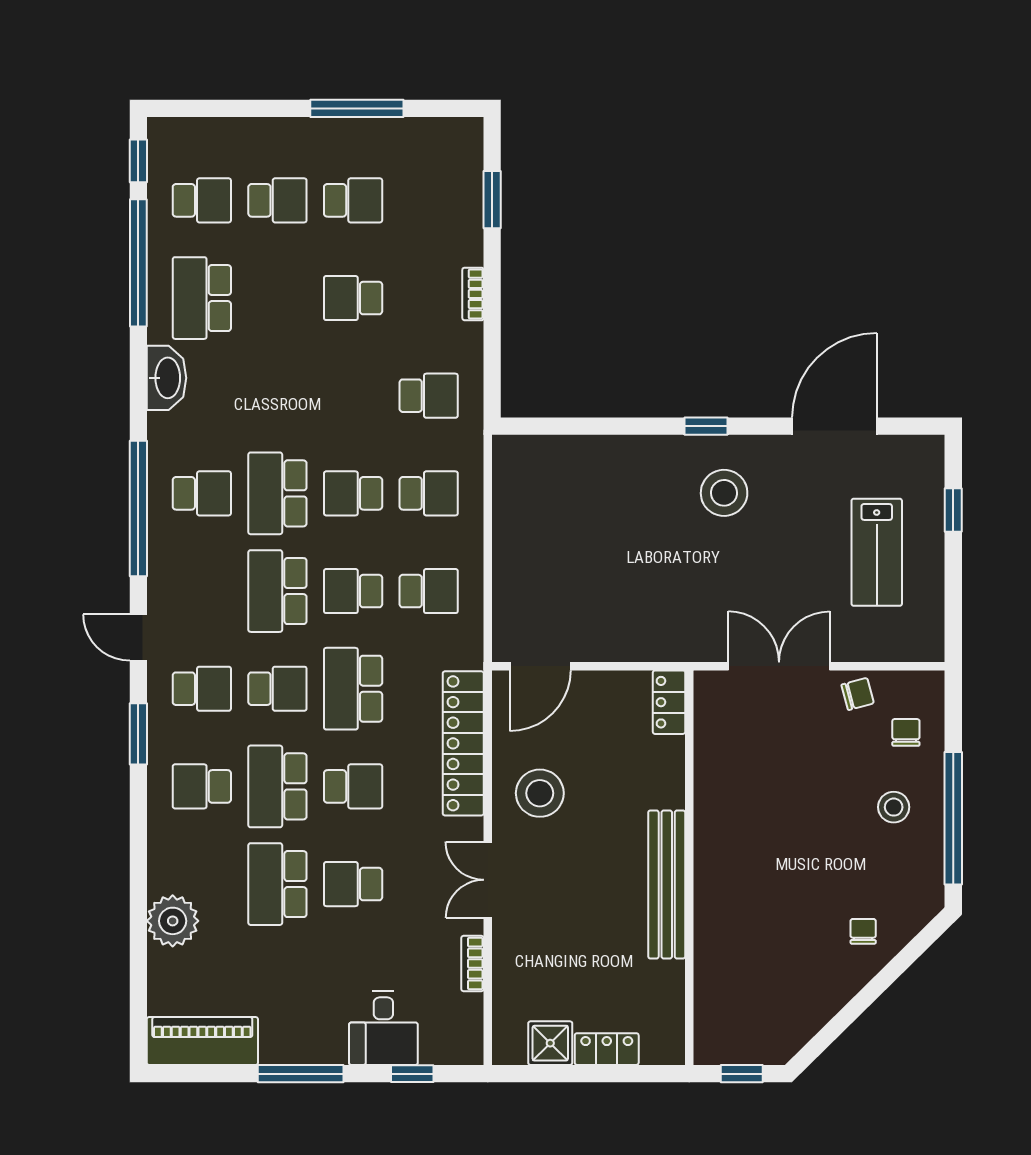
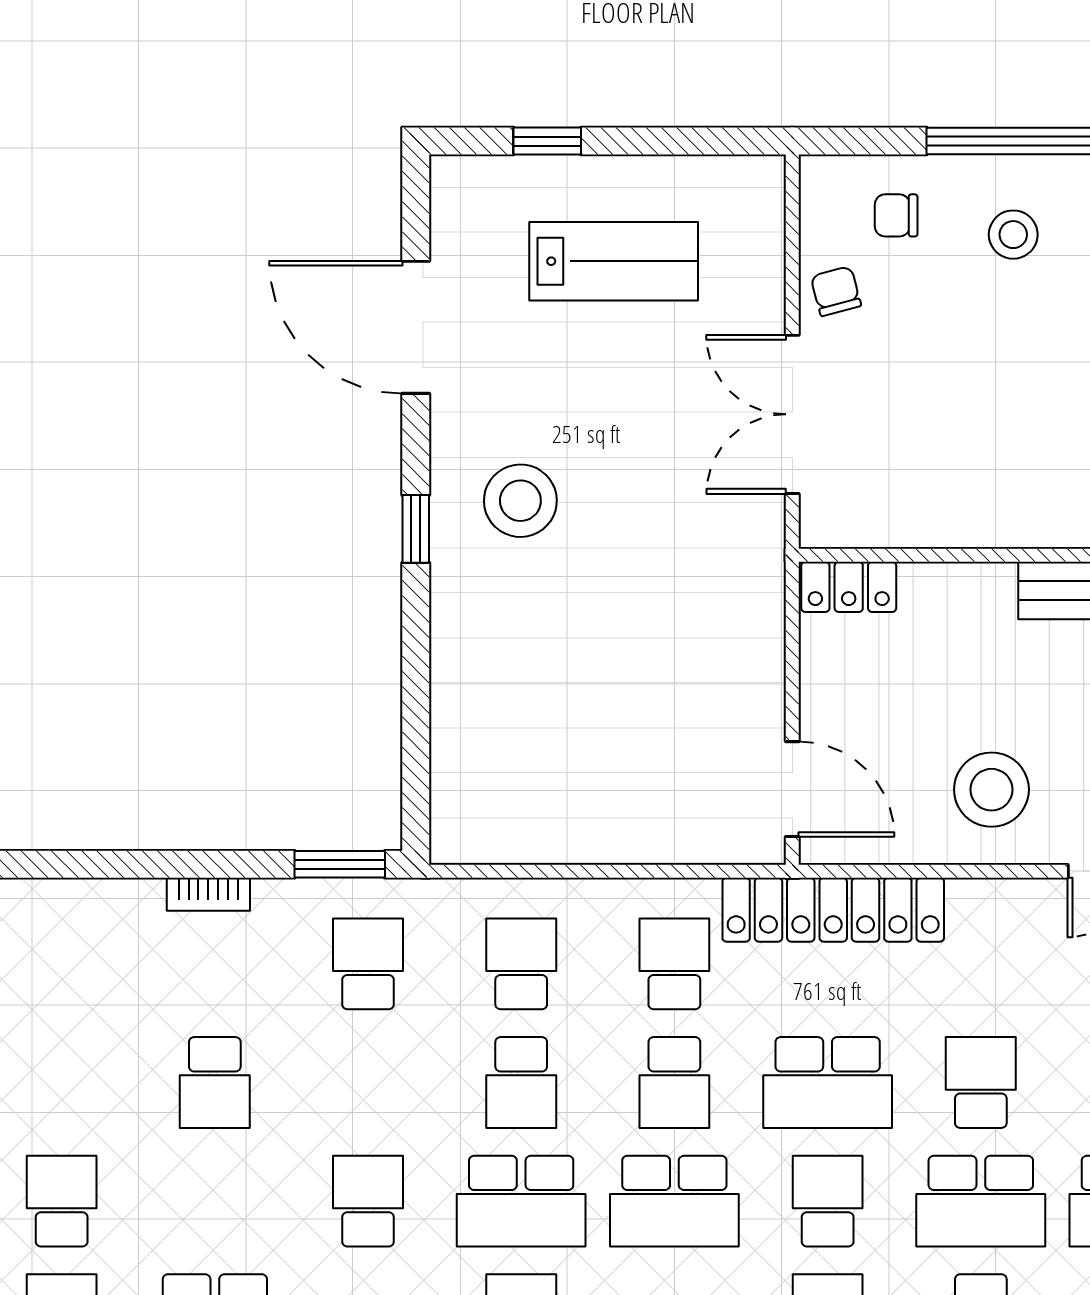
school desk: (353, 200) -> (368, 1201), moved
window: (492, 200) -> (340, 864), moved
locker: (463, 743) -> (833, 910), moved

